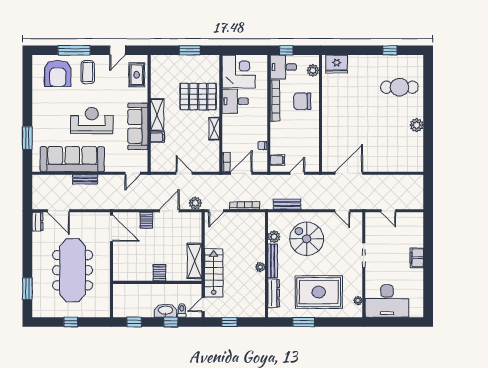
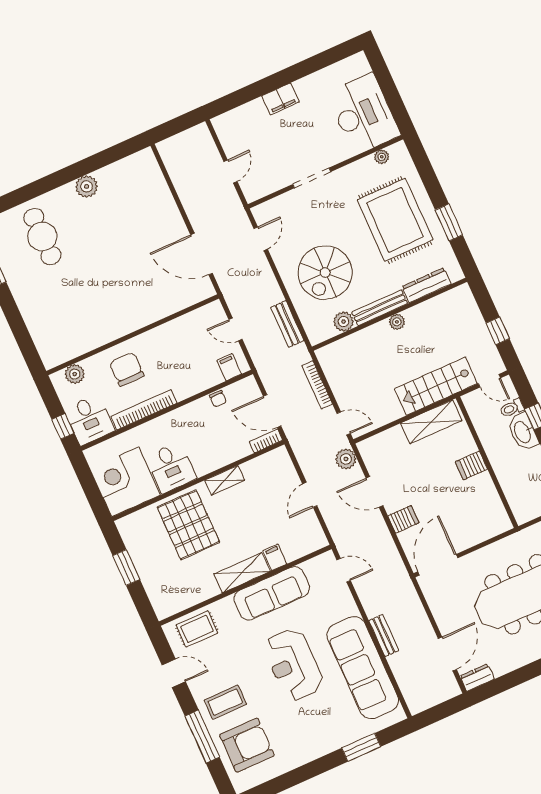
fridge: (337, 64) -> (50, 343), removed
chair: (302, 101) -> (127, 369), turned 180

